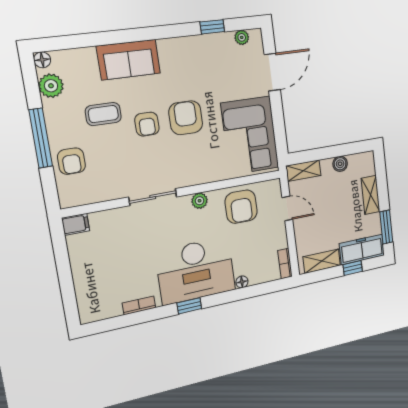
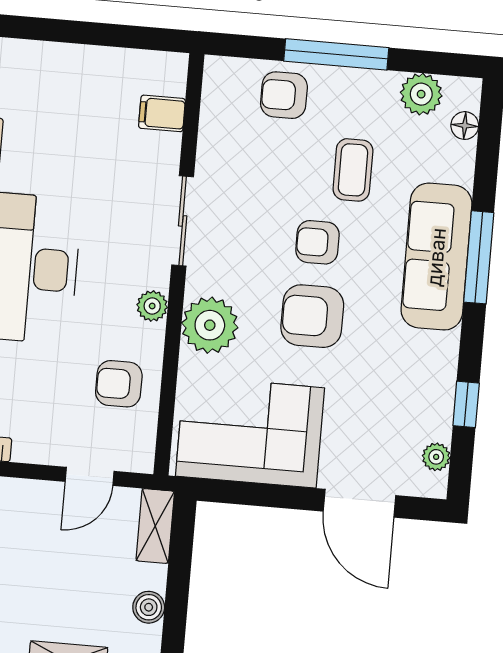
window: (134, 35) -> (479, 257), added
floor lamp: (42, 60) -> (465, 126), moved
sofa: (129, 60) -> (436, 257), width x1.36
armchair: (186, 118) -> (312, 316), turned 180
plant: (202, 169) -> (210, 325), added
armchair: (241, 207) -> (119, 384), width x0.72, depth x0.72
filing cabinet: (76, 224) -> (162, 113), moved, turned 90

